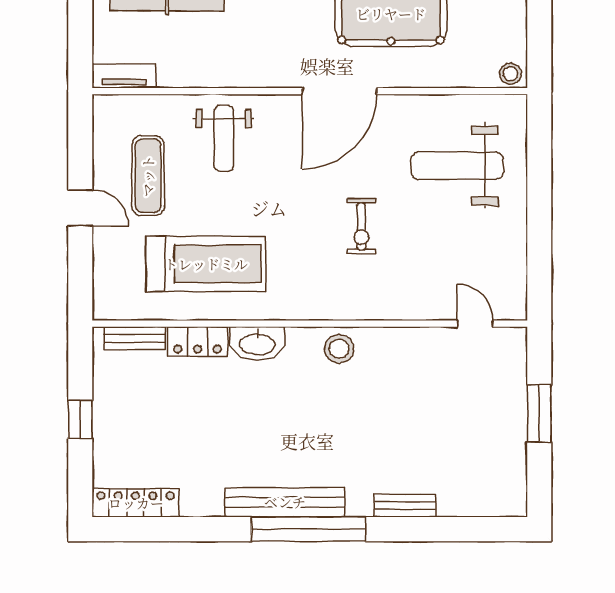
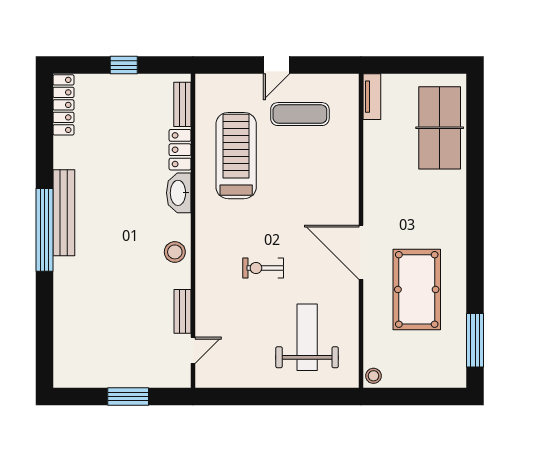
weight bench: (224, 138) -> (327, 169), removed
treadmill: (206, 264) -> (236, 156), turned 180
bench: (405, 506) -> (182, 311), moved

